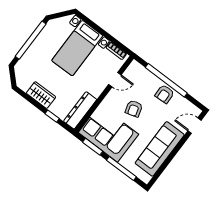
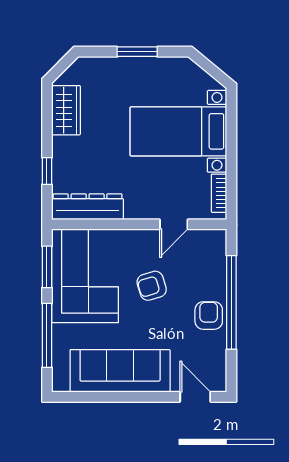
window: (31, 40) -> (137, 52), width x0.47
door: (115, 80) -> (174, 224), hinge flipped
armchair: (165, 94) -> (209, 316), turned 92
wardrobe: (41, 95) -> (66, 110), moved

